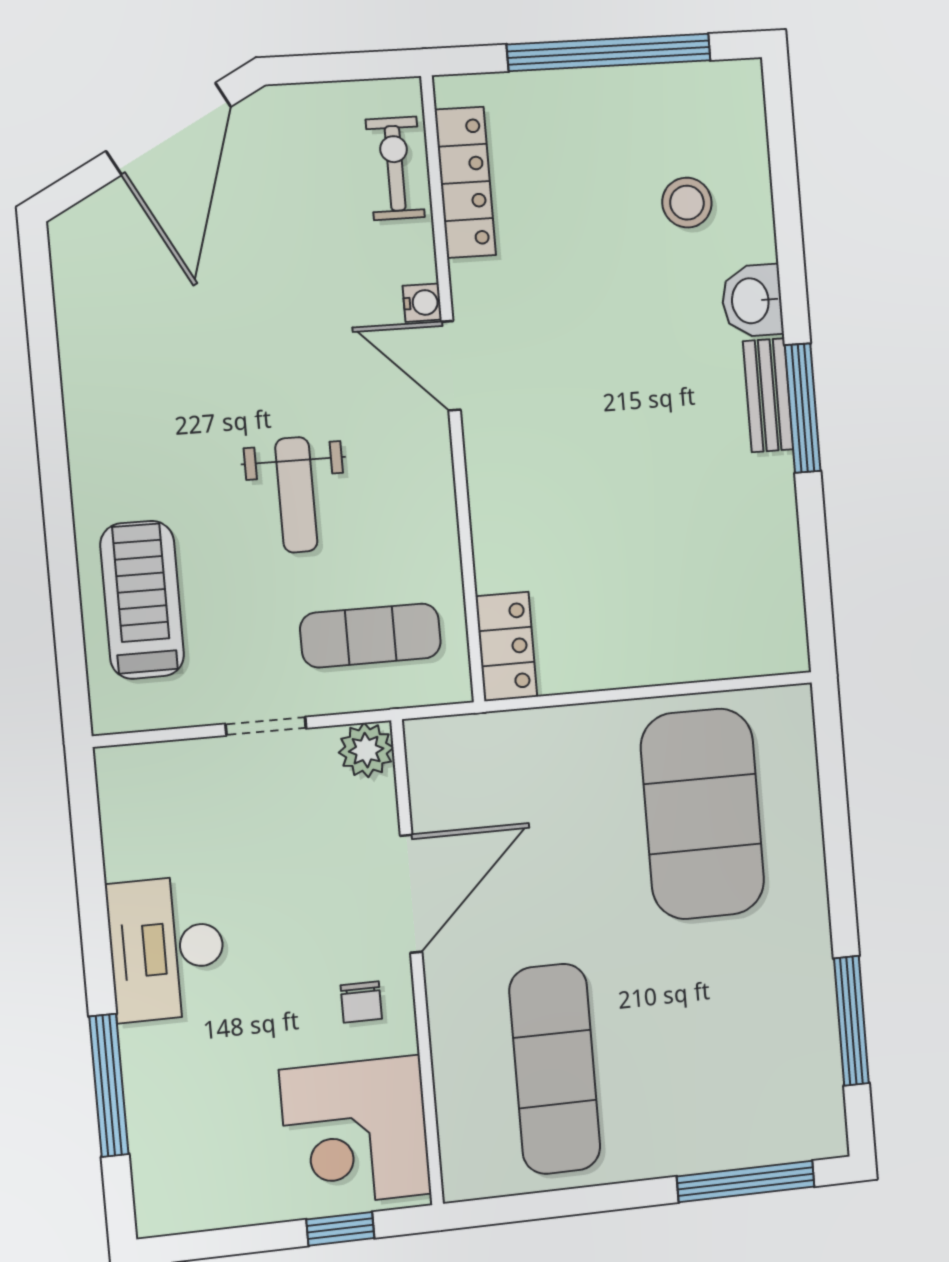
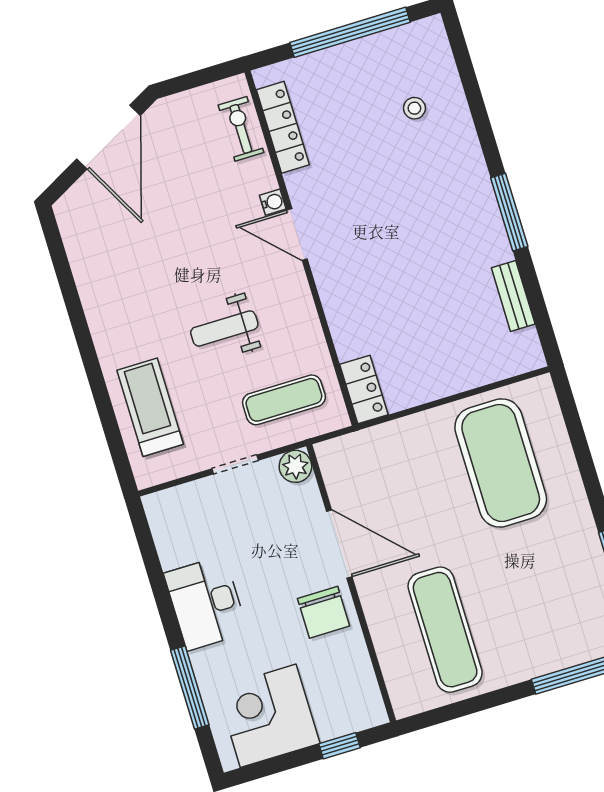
stool: (687, 203) -> (414, 108), width x0.73, depth x0.73
washbasin: (752, 301) -> (465, 156), removed
bench: (768, 395) -> (513, 296), moved
weight bench: (296, 495) -> (224, 328), turned 90
door: (411, 894) -> (339, 544), hinge flipped
chair: (361, 1002) -> (324, 612), width x1.87, depth x1.87
corner desk: (355, 1132) -> (268, 716), moved, turned 90

